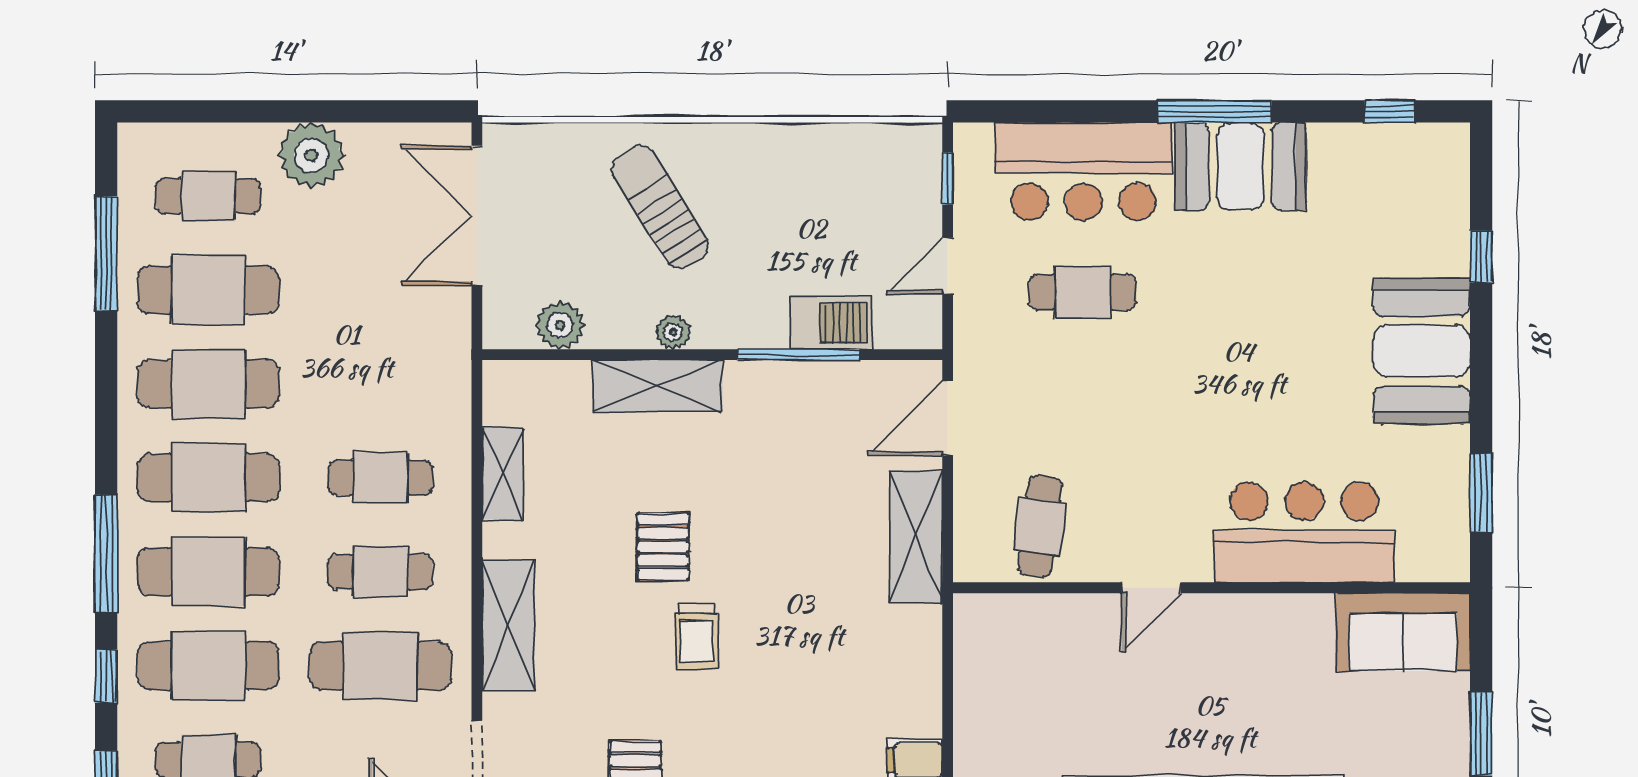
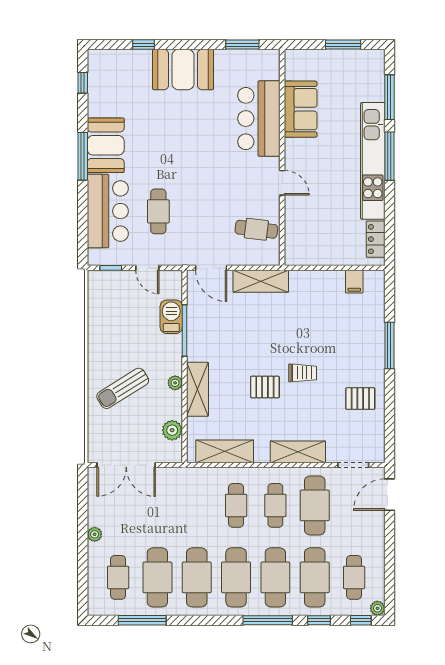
plant: (311, 155) -> (95, 534), width x0.53, depth x0.53
shelving: (503, 474) -> (225, 451), width x1.50, depth x1.33
sofa: (1403, 632) -> (301, 109), moved

